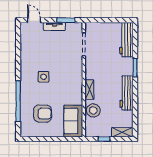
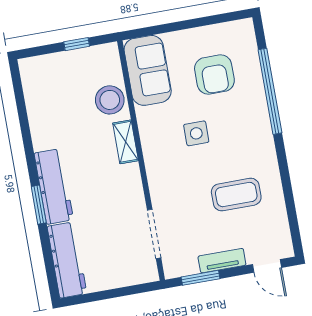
coffee table: (42, 56) -> (236, 195), added
side table: (44, 77) -> (196, 133), moved
workbench: (126, 93) -> (54, 186), moved
armchair: (43, 114) -> (214, 74), turned -90
shelving: (122, 132) -> (41, 65), removed

